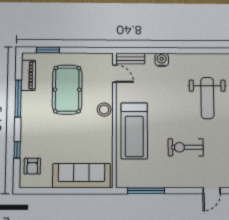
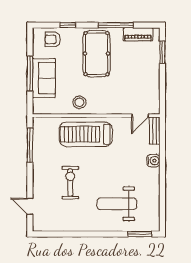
pool table: (67, 90) -> (97, 54), moved, turned 90
stool: (104, 110) -> (79, 102), moved
sofa: (81, 176) -> (44, 78), width x0.73
window: (69, 191) -> (30, 73), added

